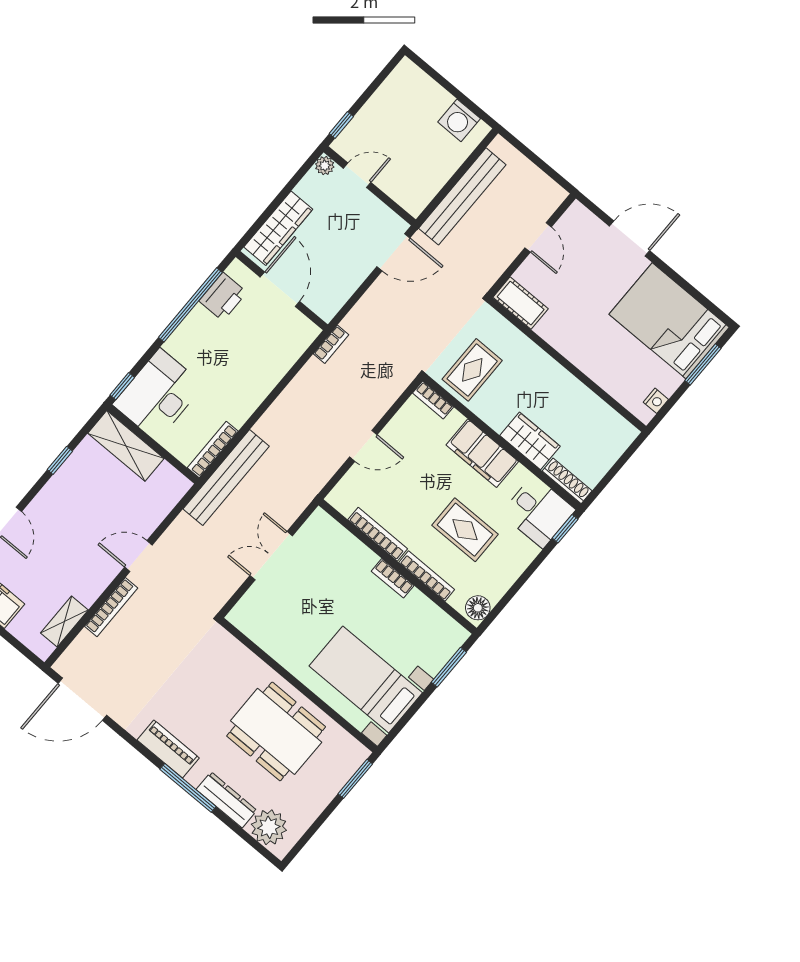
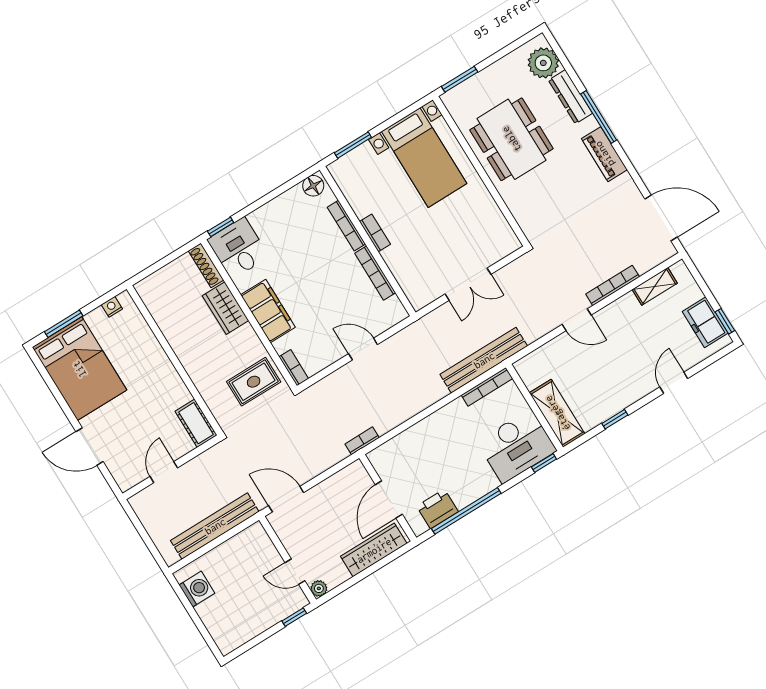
rug: (465, 530) -> (303, 253), removed

